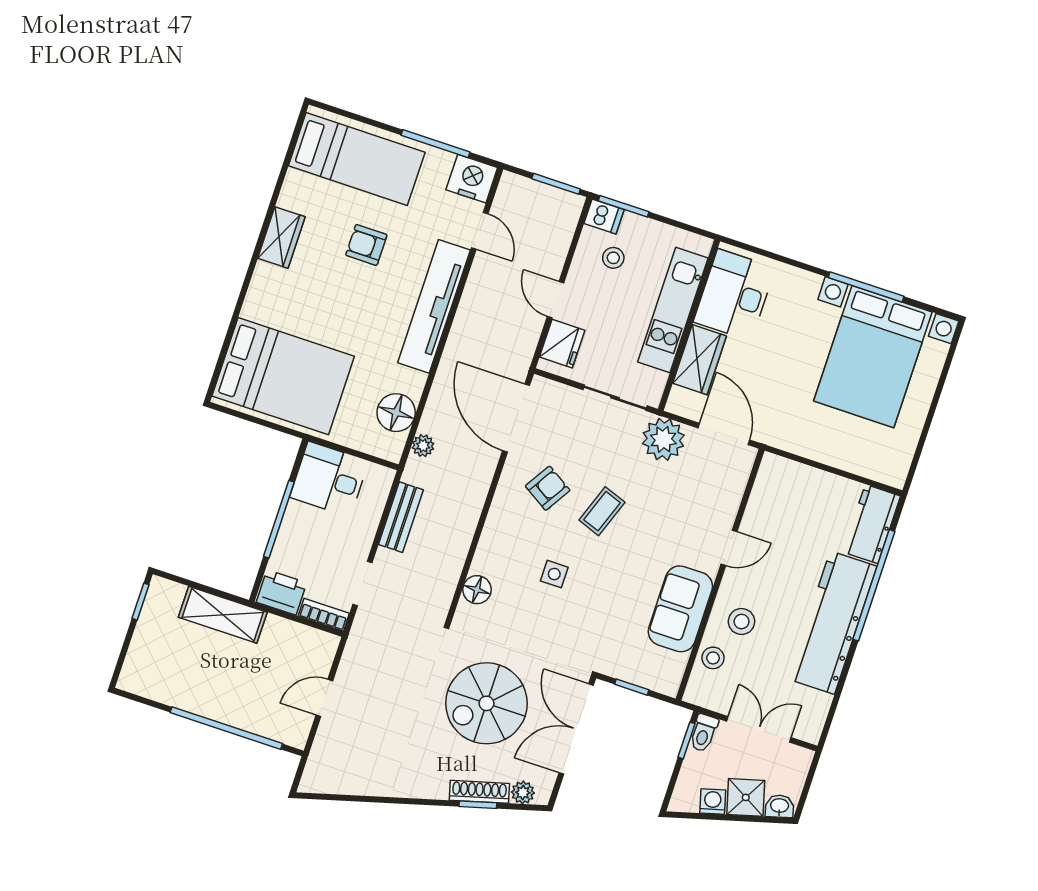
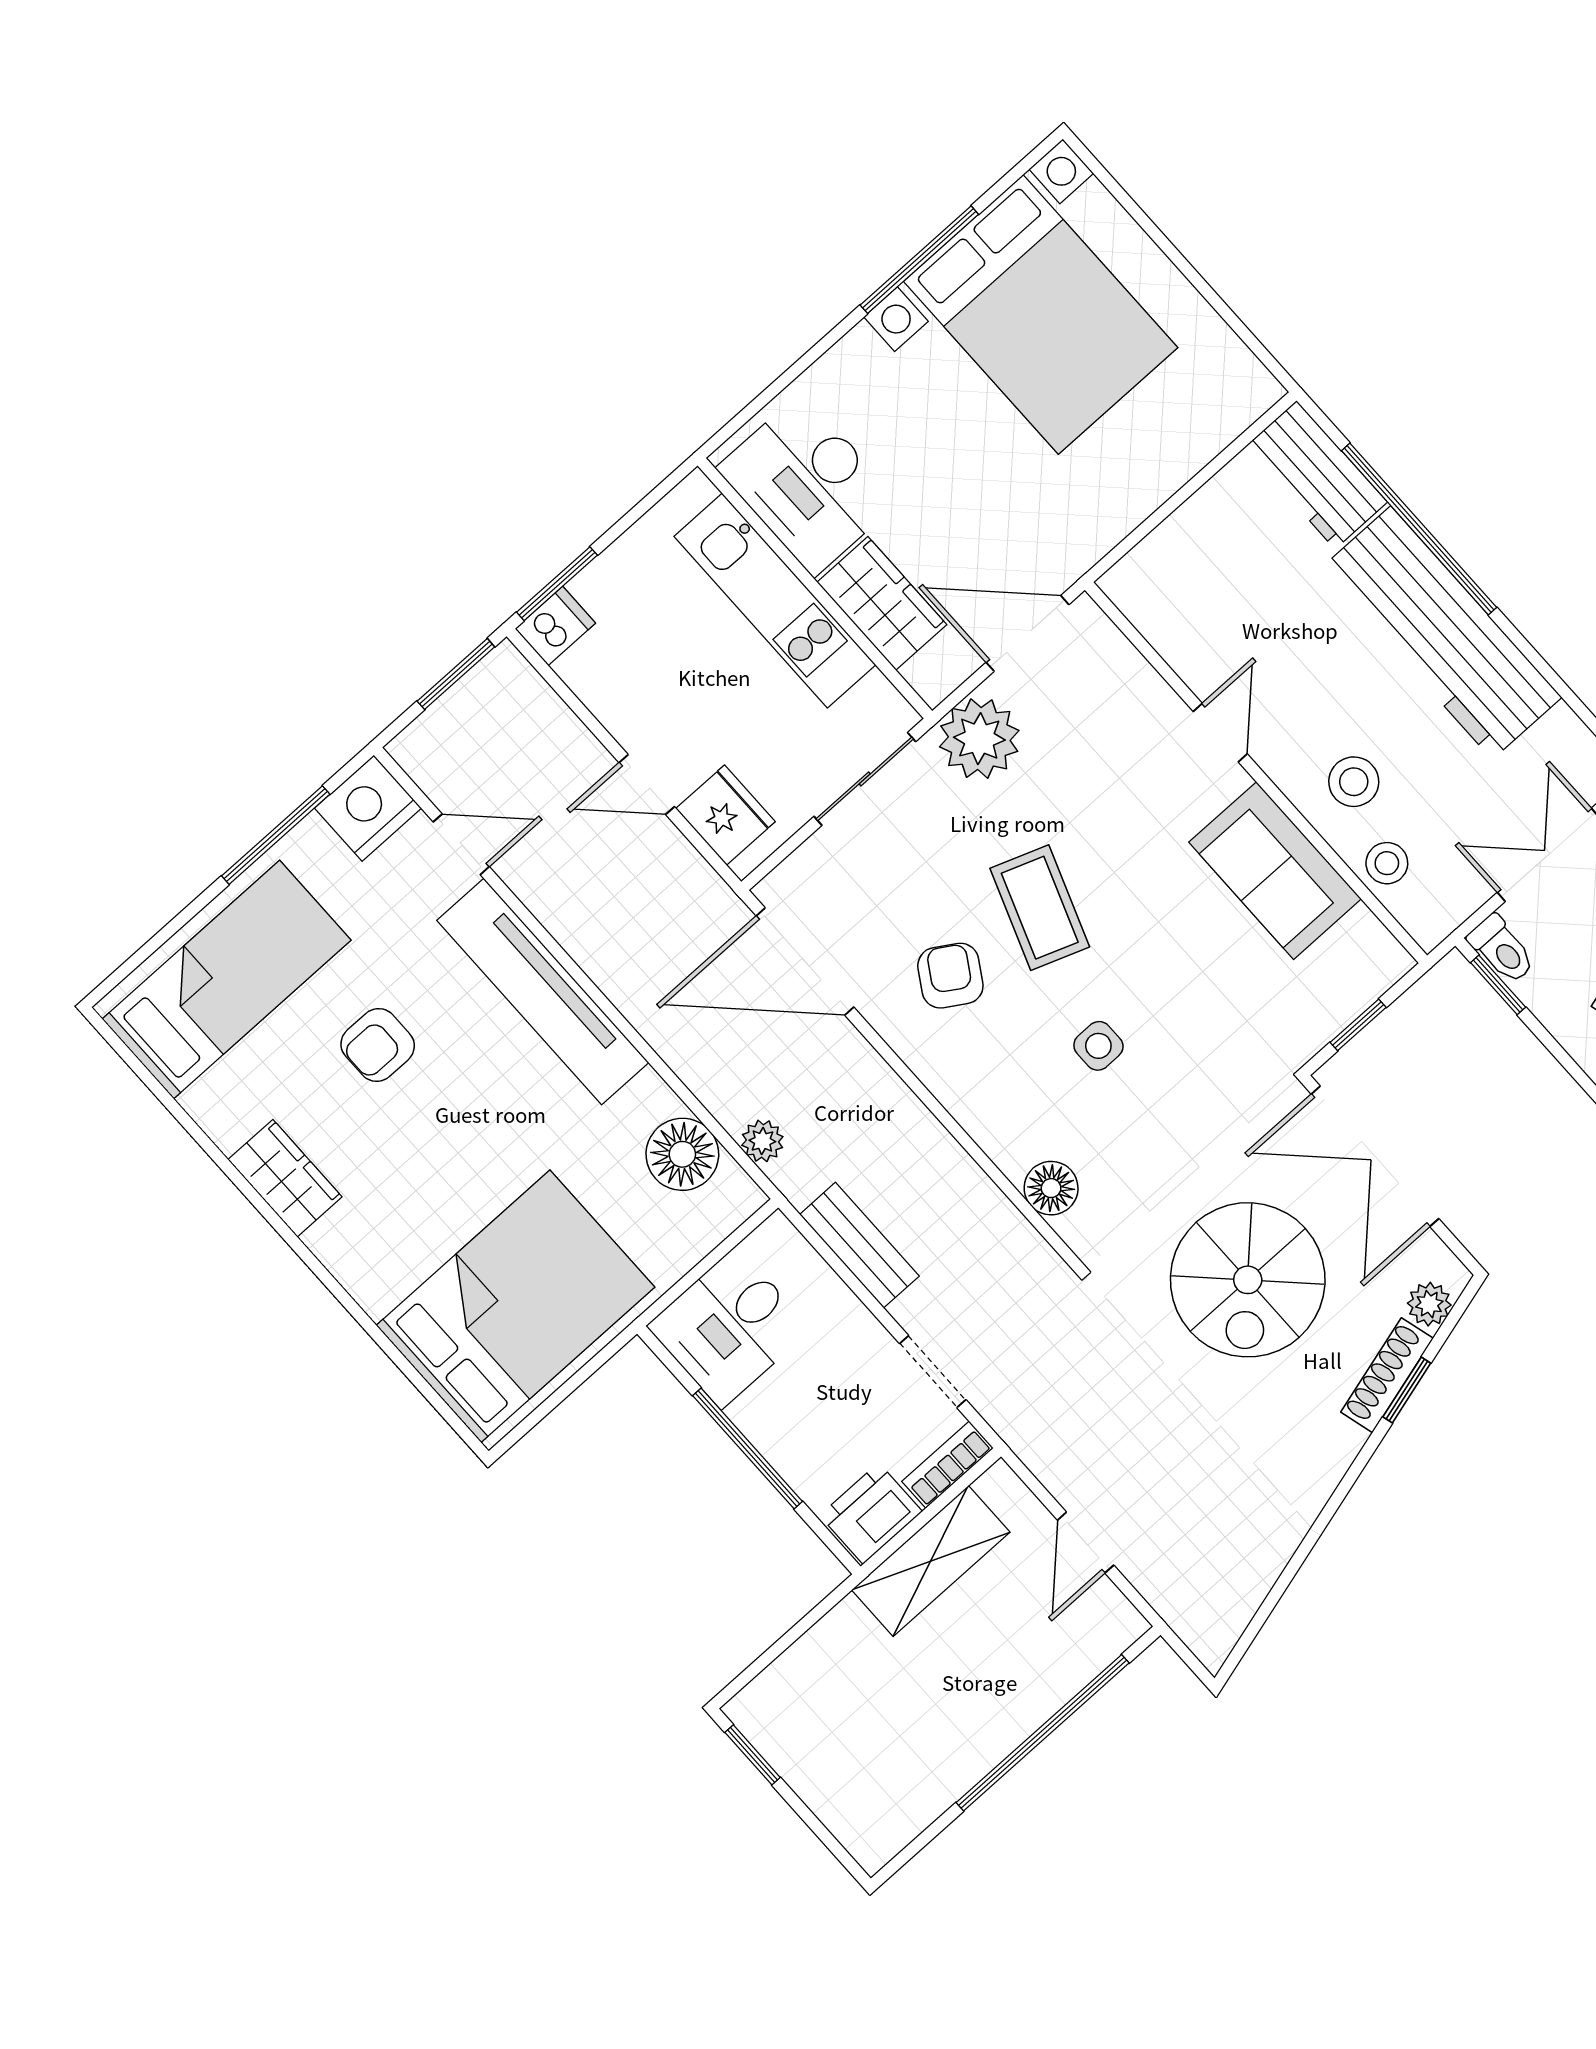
stool: (613, 258) -> (632, 650), removed
coffee table: (602, 511) -> (1040, 908), width x1.36, depth x1.30
shelving: (223, 615) -> (931, 1561), moved

